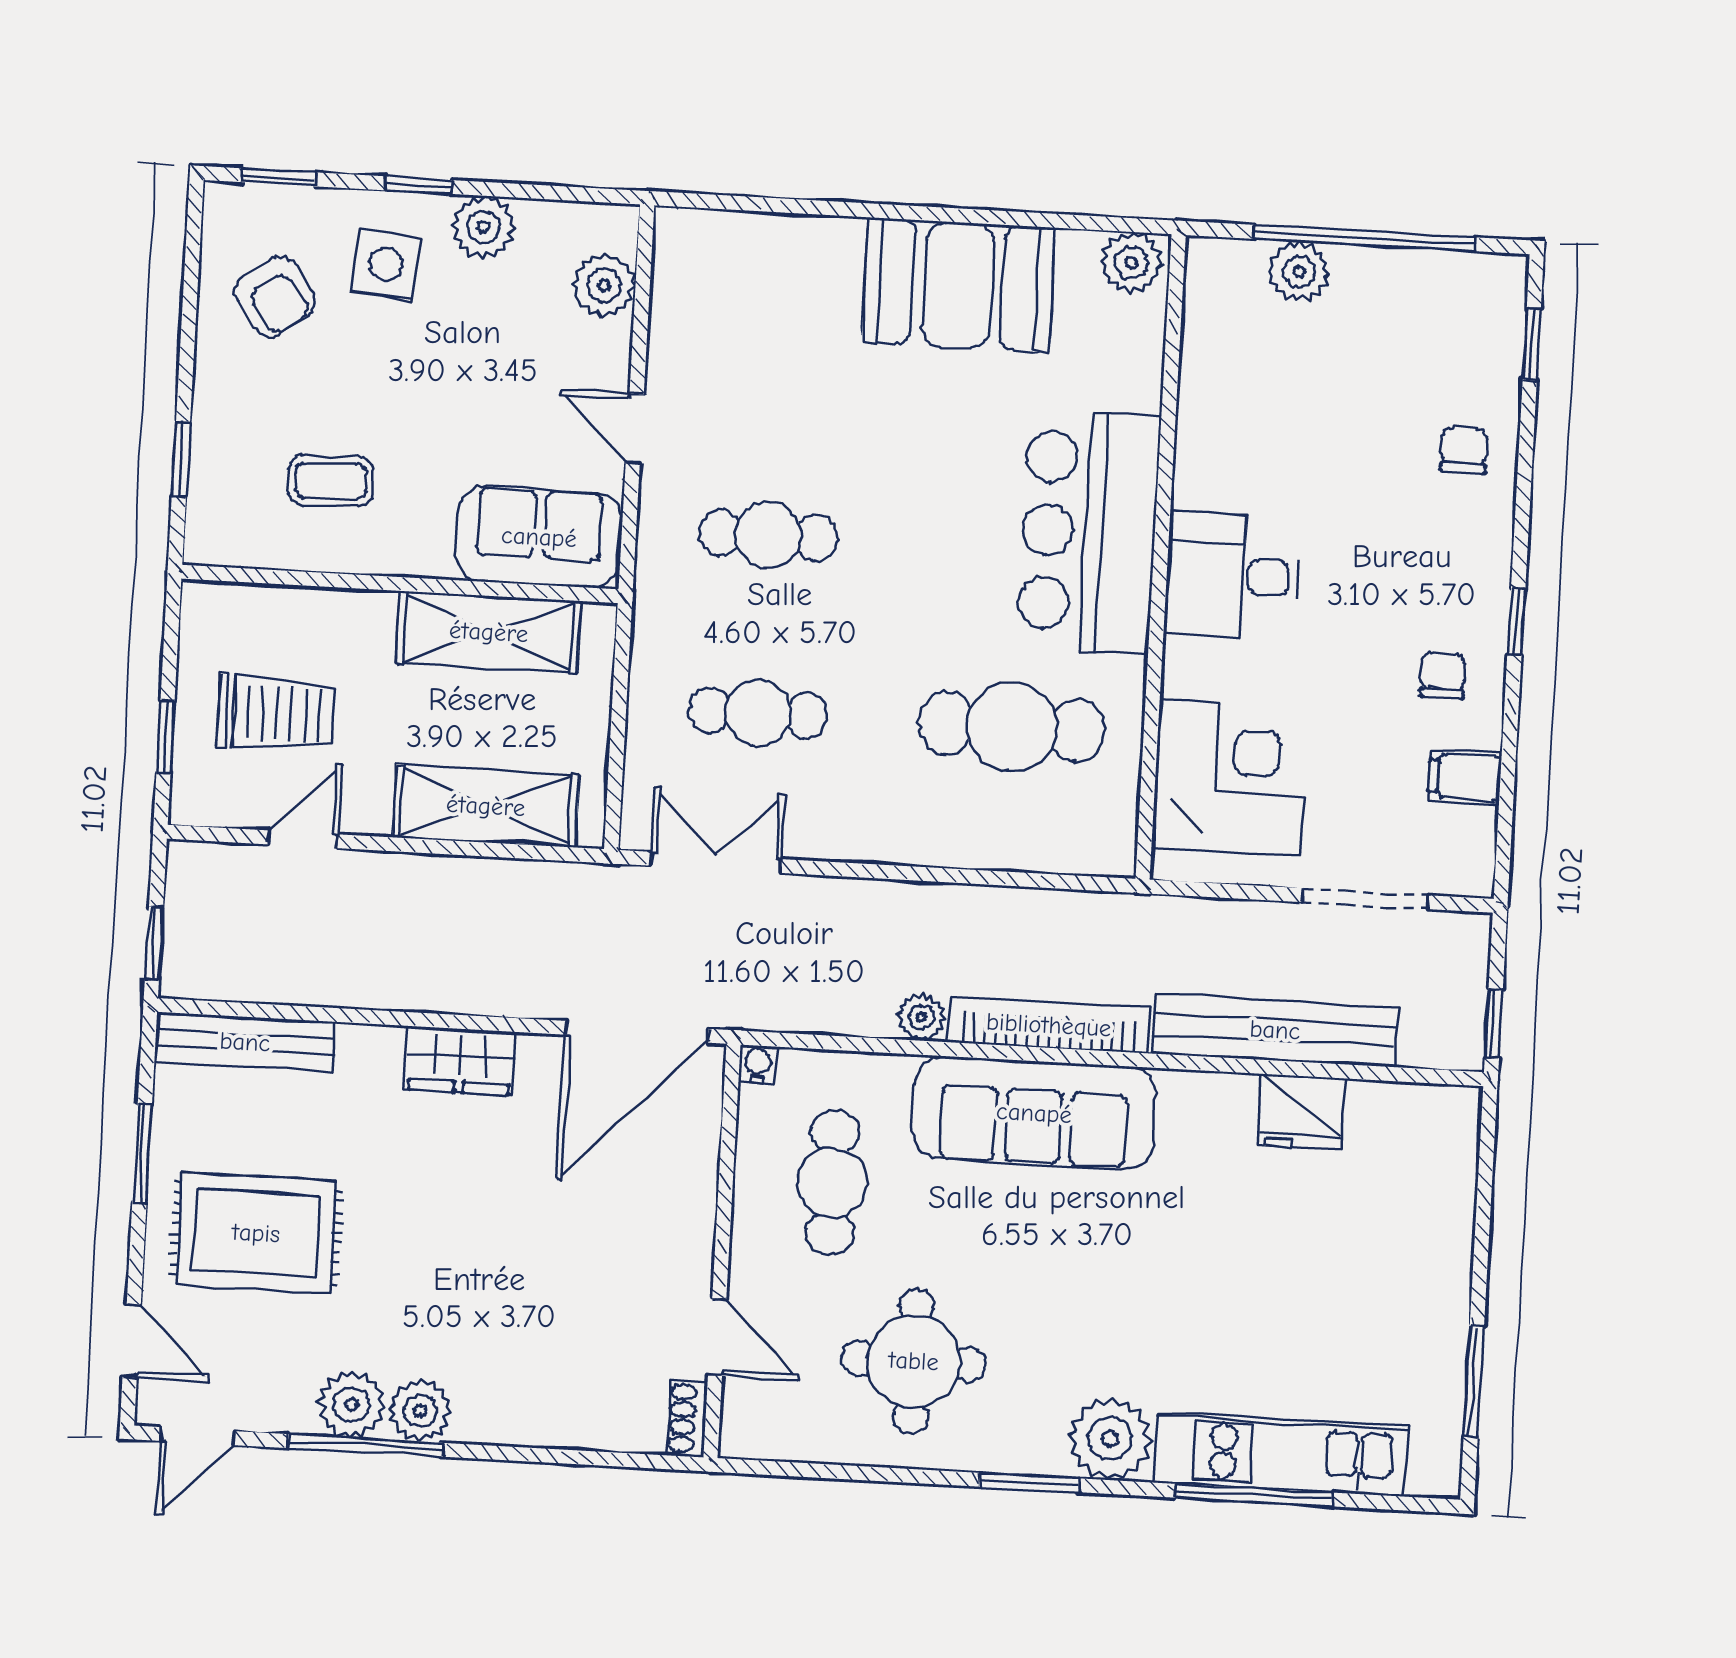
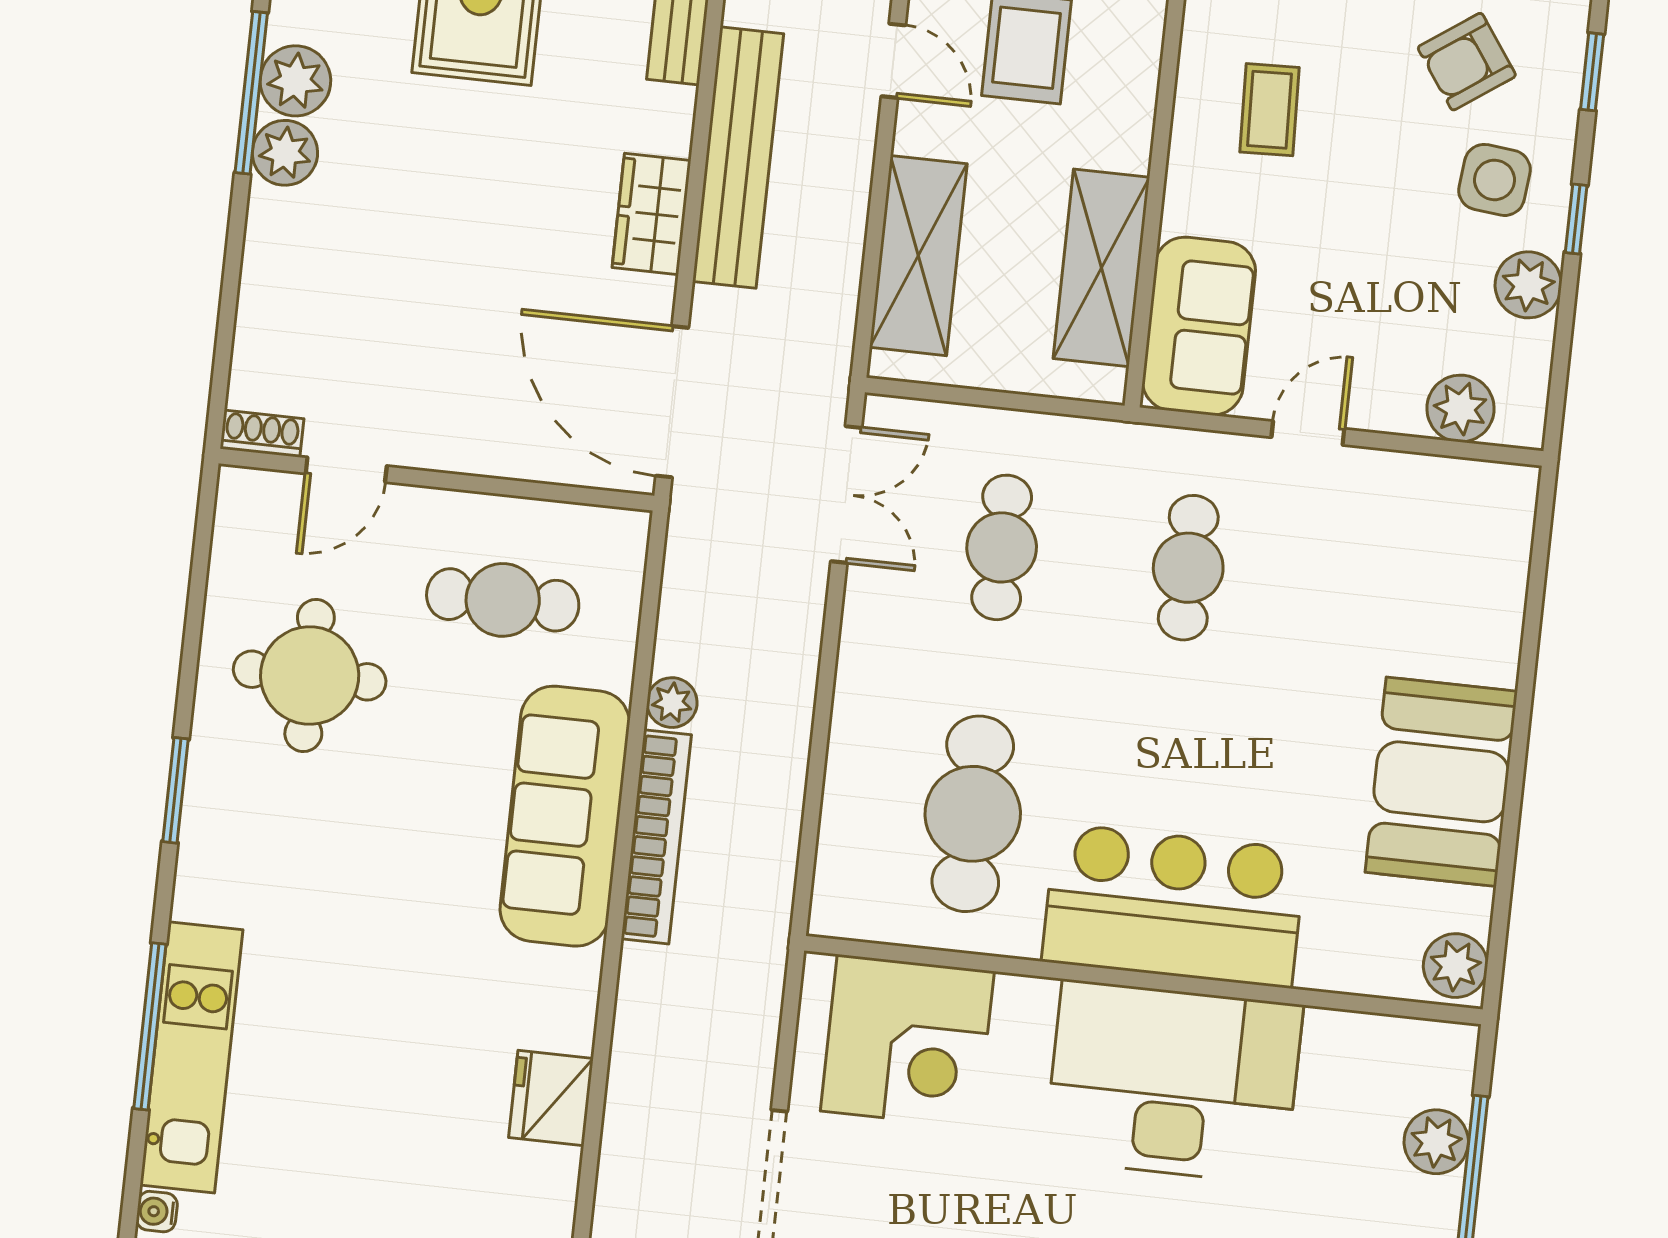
desk: (1233, 576) -> (1173, 1082), width x1.87, depth x1.30
bench: (1275, 1030) -> (738, 158), moved
water cooler: (758, 1064) -> (157, 1212), moved, turned 180
plant: (1110, 1439) -> (217, 878), removed

